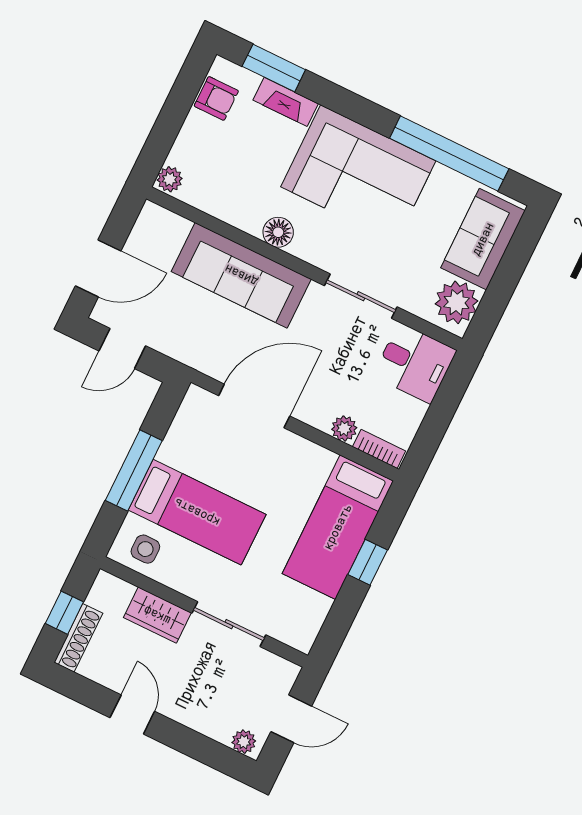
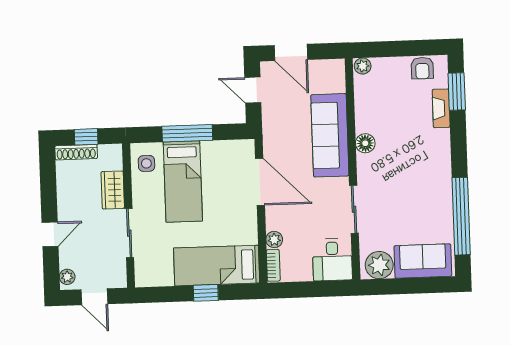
corner sofa: (358, 174) -> (422, 171), removed
door: (132, 715) -> (50, 234), moved

